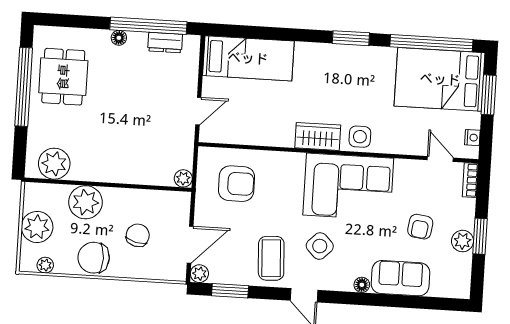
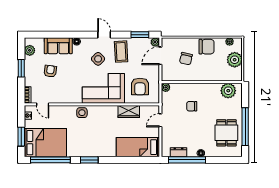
chair: (132, 136) -> (192, 106), added
wardrobe: (318, 136) -> (129, 112), moved
armchair: (236, 184) -> (140, 86), turned -90
corner sofa: (348, 187) -> (103, 88), moved
plant: (85, 202) -> (212, 73), removed
plant: (463, 241) -> (30, 50), moved

